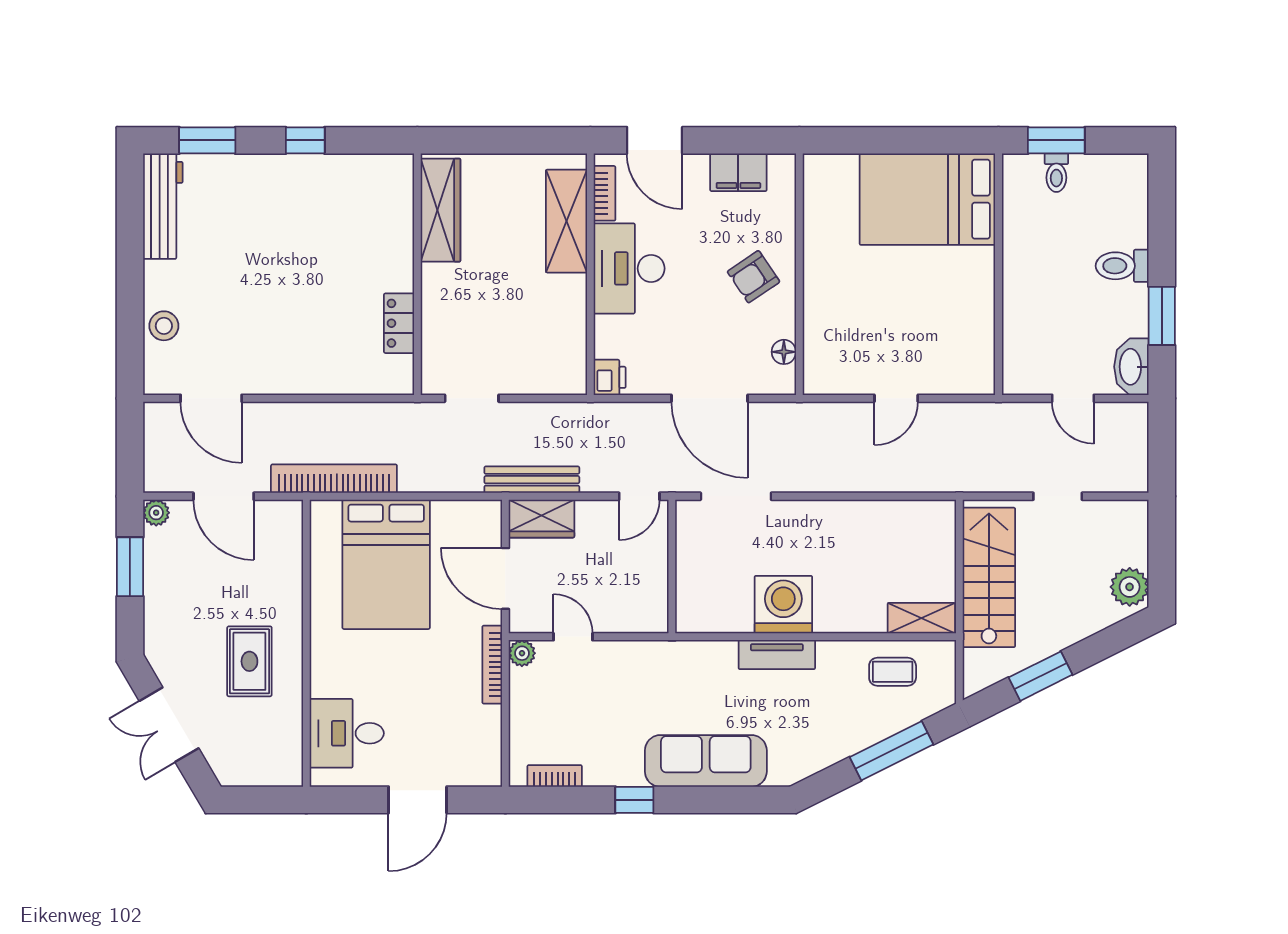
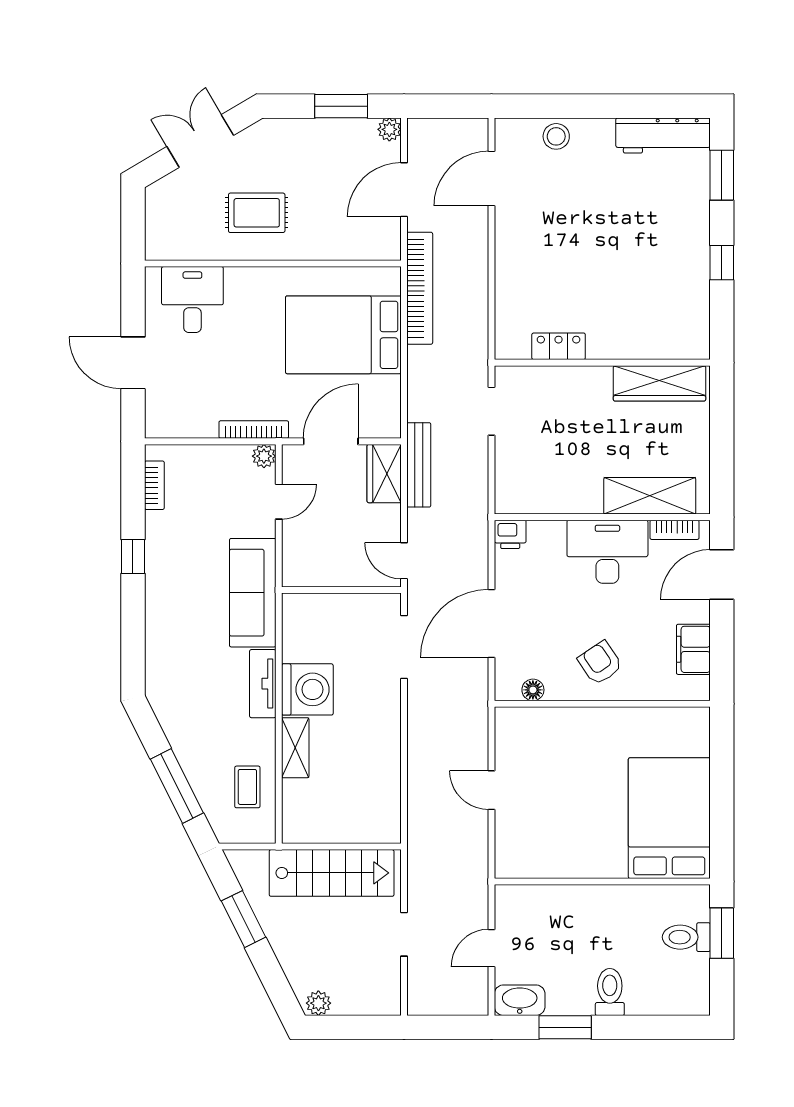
toilet: (1056, 173) -> (686, 937), width x1.37, depth x1.39
plant: (1130, 587) -> (318, 1003), width x0.73, depth x0.73
shelving: (921, 618) -> (295, 748), moved
sofa: (706, 761) -> (253, 593), moved, turned 180

